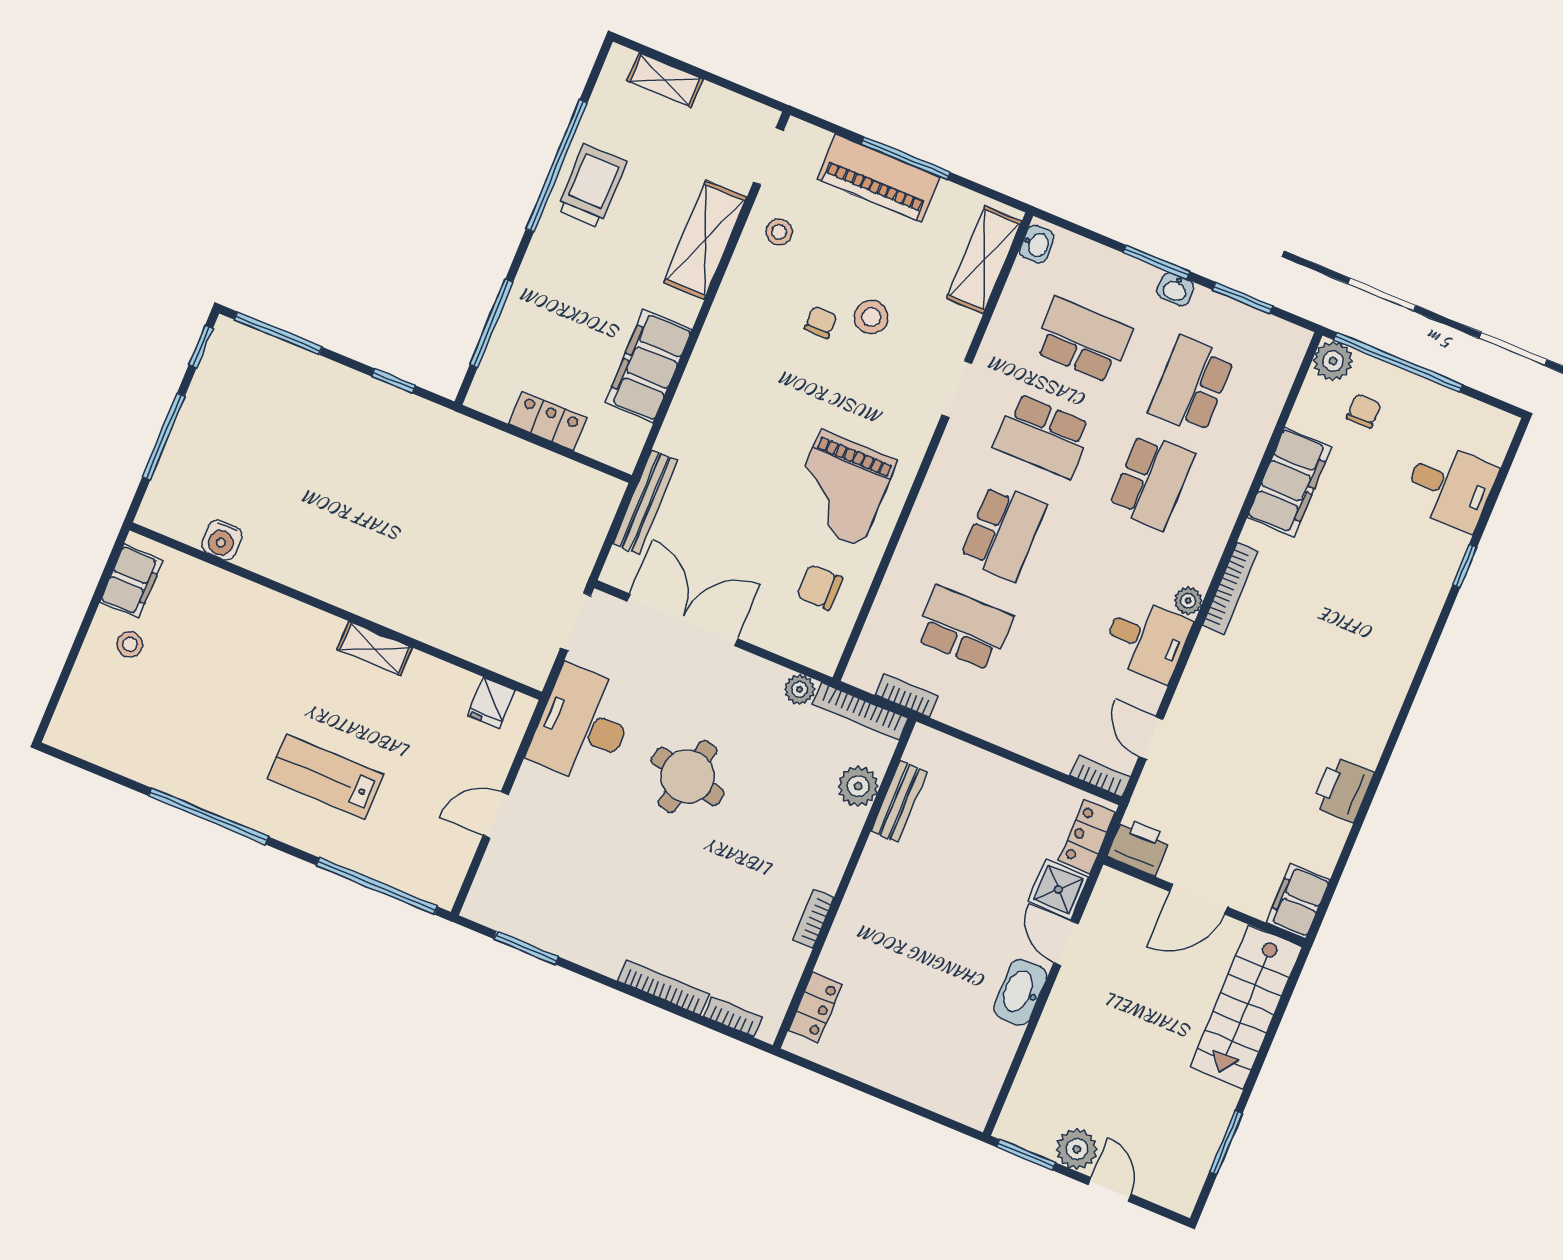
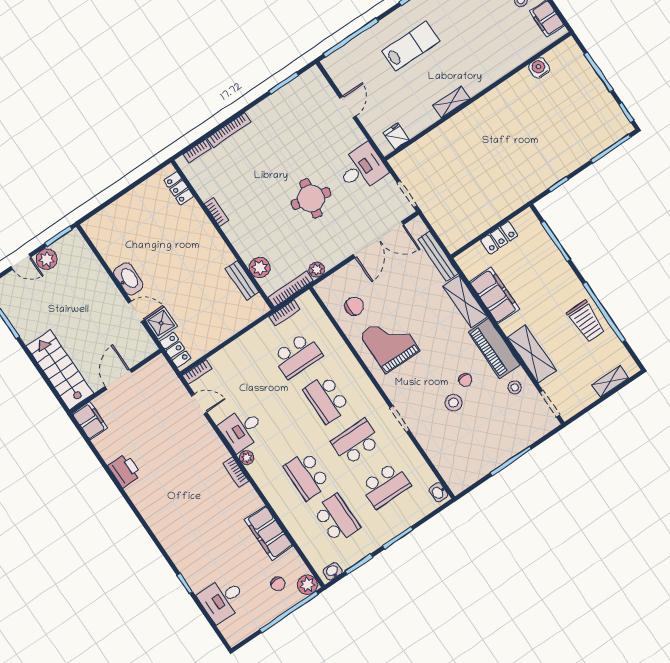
piano: (878, 178) -> (494, 348), moved, turned -90
shelving: (984, 260) -> (465, 301), moved
washbasin: (1175, 289) -> (332, 571), moved
bookcase: (1230, 588) -> (236, 472), width x0.64
desk: (582, 725) -> (362, 168), width x0.73
printer: (1139, 846) -> (157, 369), removed

